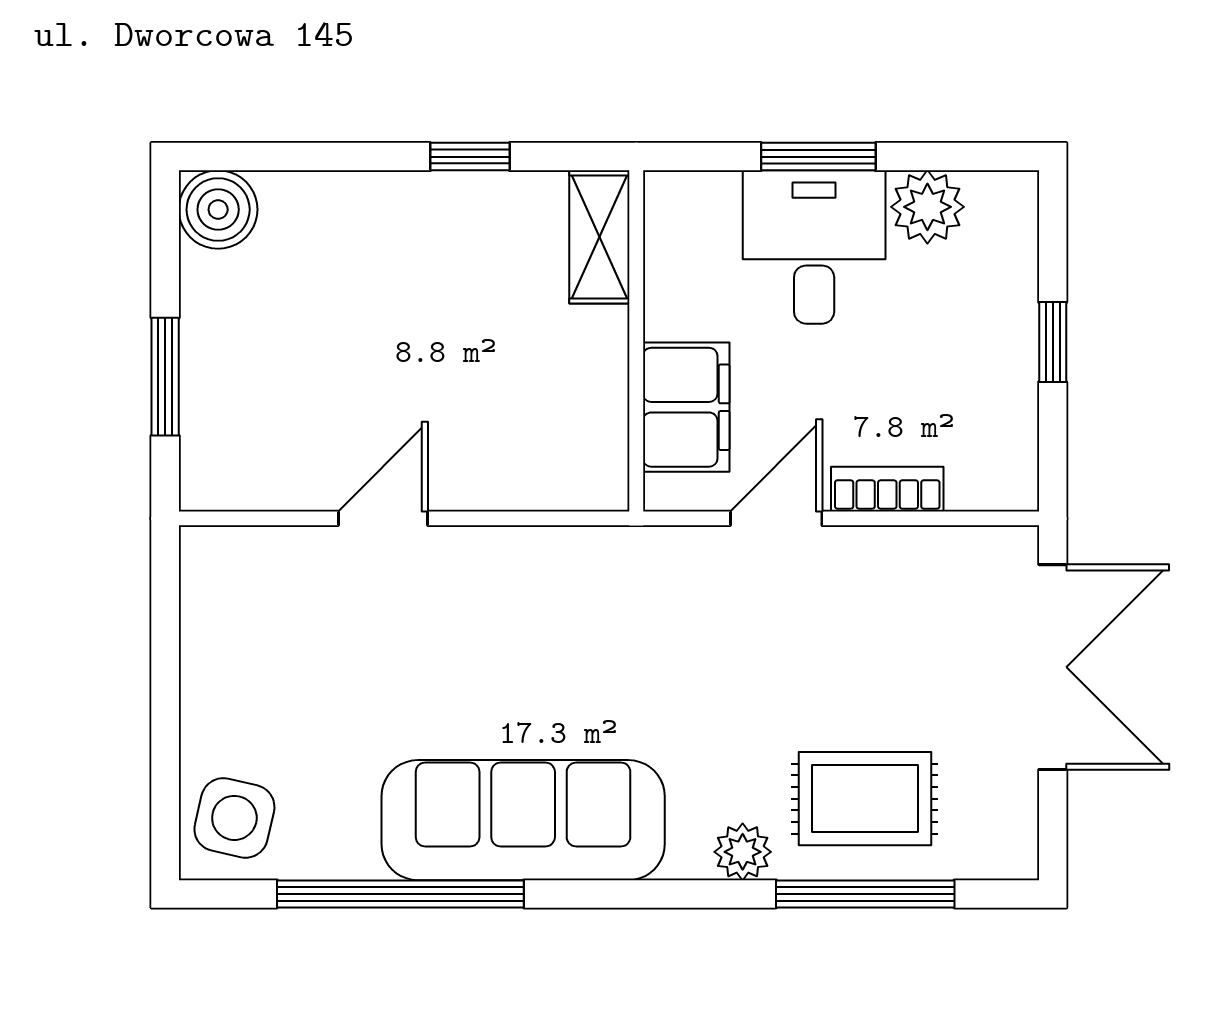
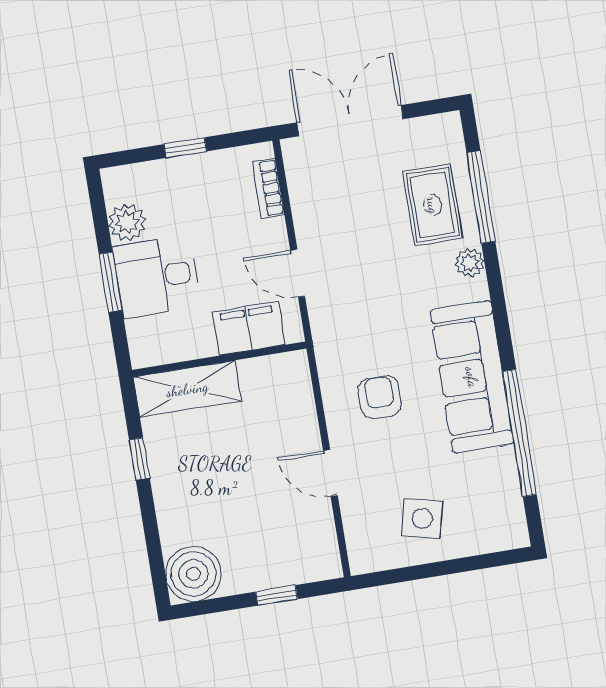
boiler: (218, 210) -> (193, 574), width x1.37, depth x1.37
shelving: (599, 237) -> (187, 389), width x1.50, depth x1.33
window: (165, 377) -> (277, 595), width x0.67
bookcase: (887, 489) -> (268, 188), moved
armchair: (513, 637) -> (380, 397), added
side table: (234, 818) -> (422, 518), moved

